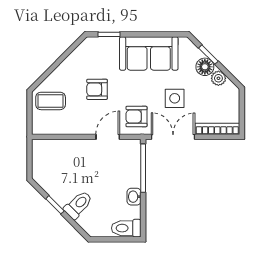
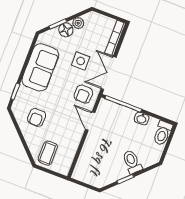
armchair: (97, 89) -> (37, 117), moved

